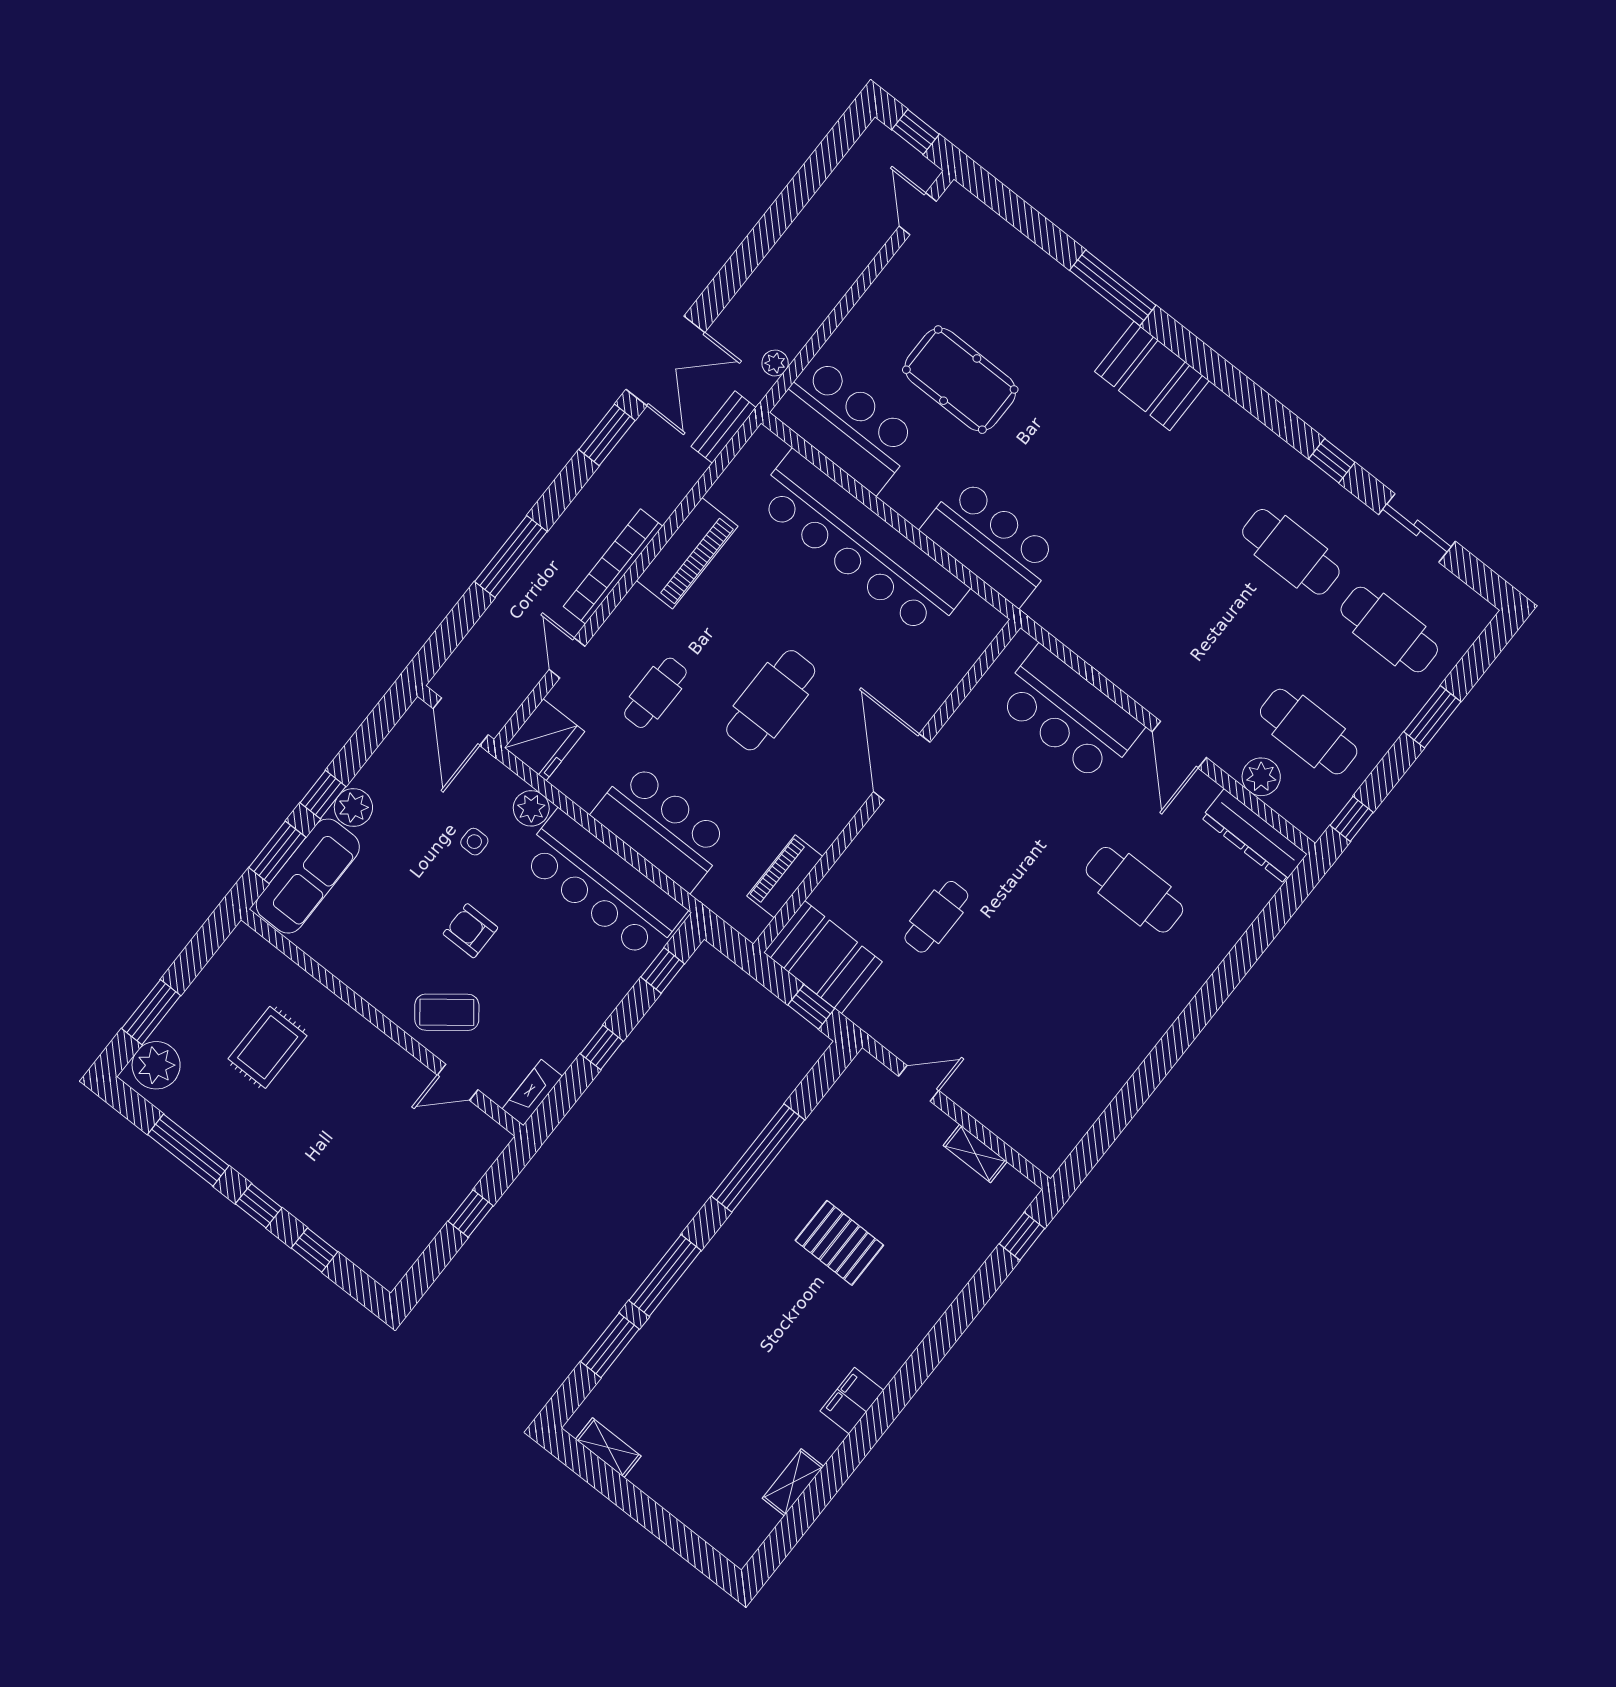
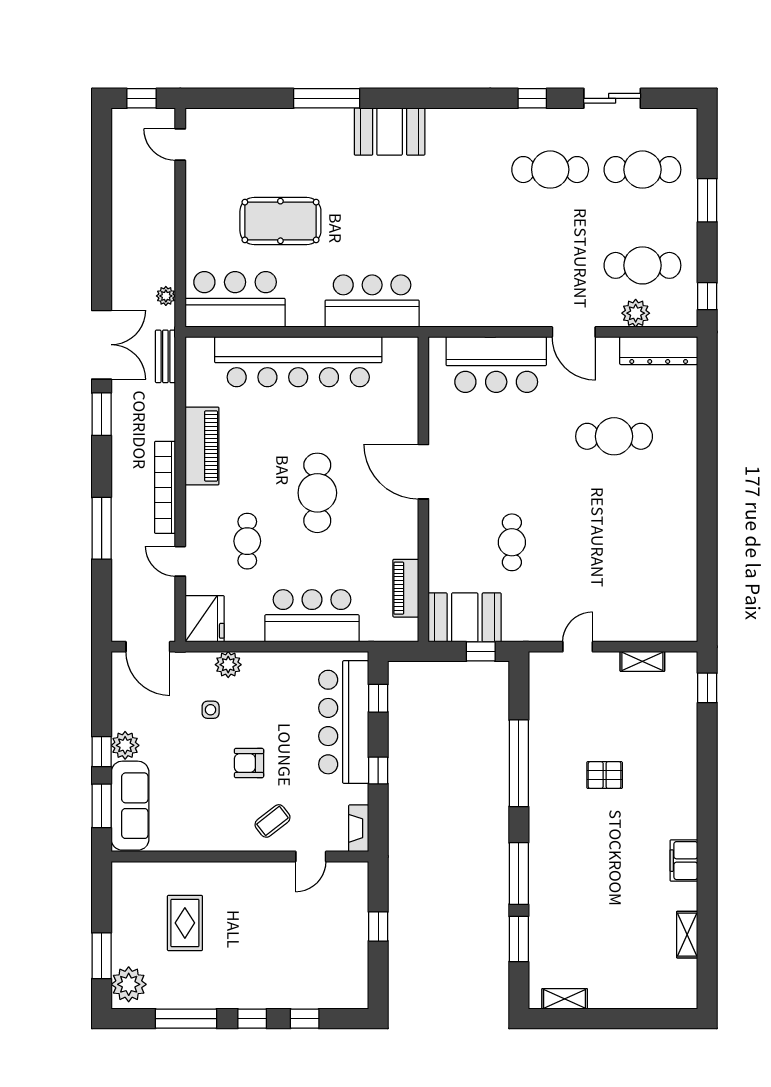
bar counter: (603, 885) -> (344, 722), moved, turned 90
coffee table: (447, 1012) -> (273, 821), width x0.73, depth x0.77
pallet: (839, 1243) -> (605, 775), width x0.67, depth x0.71

